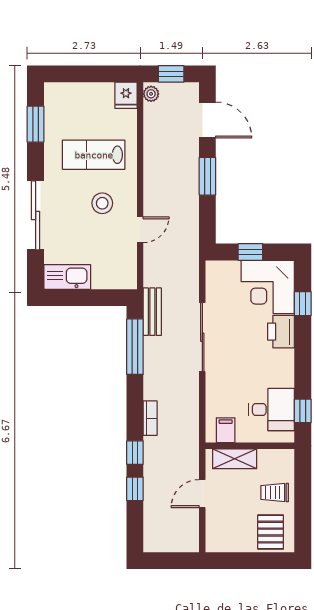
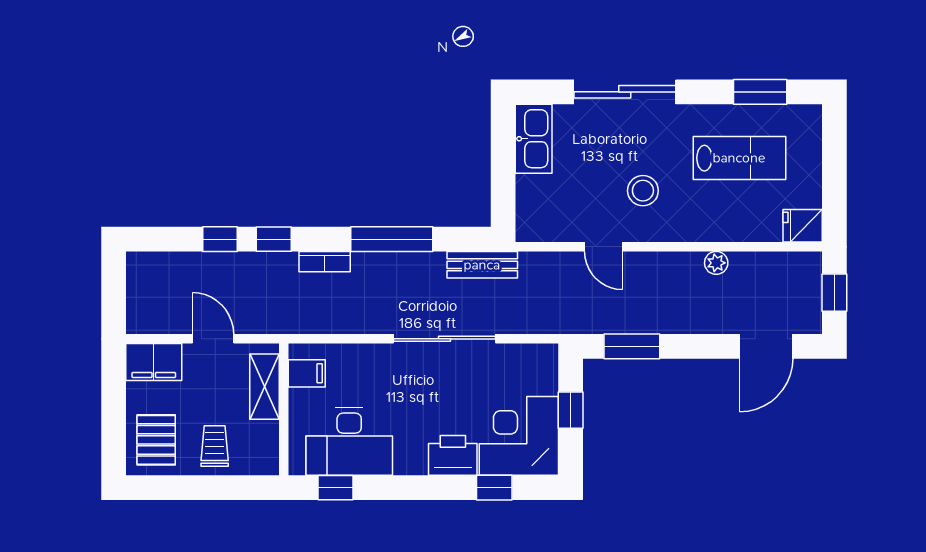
plant: (151, 94) -> (716, 263), moved
lab bench: (94, 155) -> (739, 158), moved, turned 90
window: (207, 176) -> (632, 346), moved
window: (135, 347) -> (392, 239), moved
desk: (272, 410) -> (349, 441), width x1.37
pallet: (271, 532) -> (156, 440), turned 90
filing cabinet: (218, 534) -> (154, 362), added

